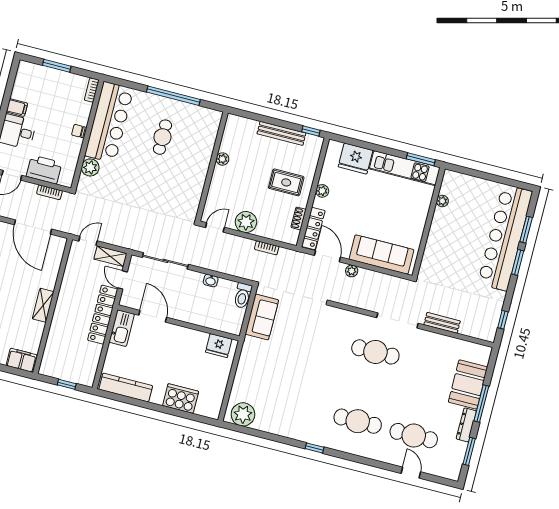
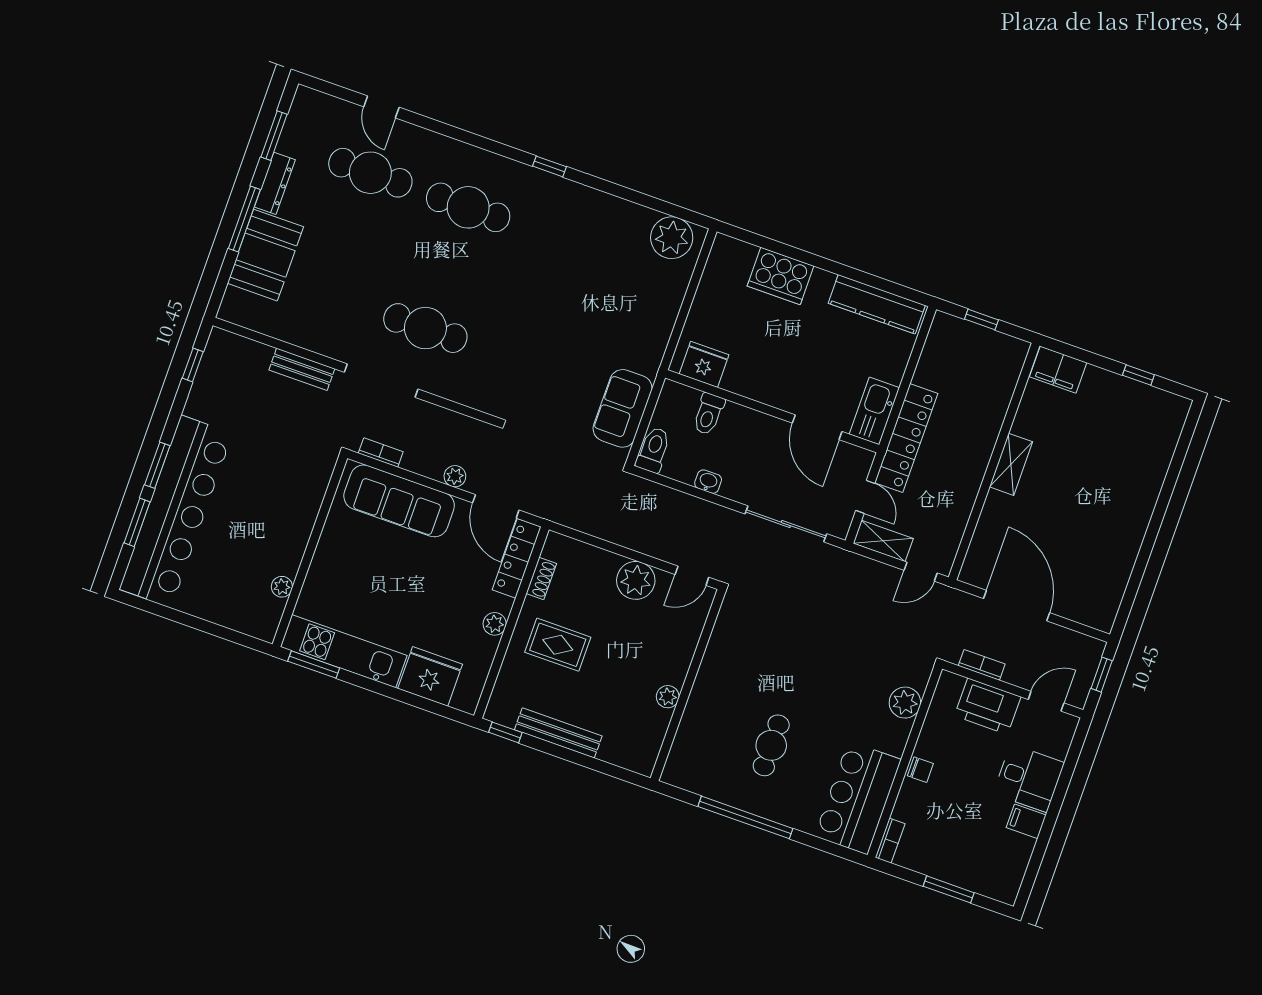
bar counter: (109, 122) -> (858, 798), width x0.73
bookcase: (267, 248) -> (381, 452), moved
toilet: (214, 318) -> (708, 414), added

